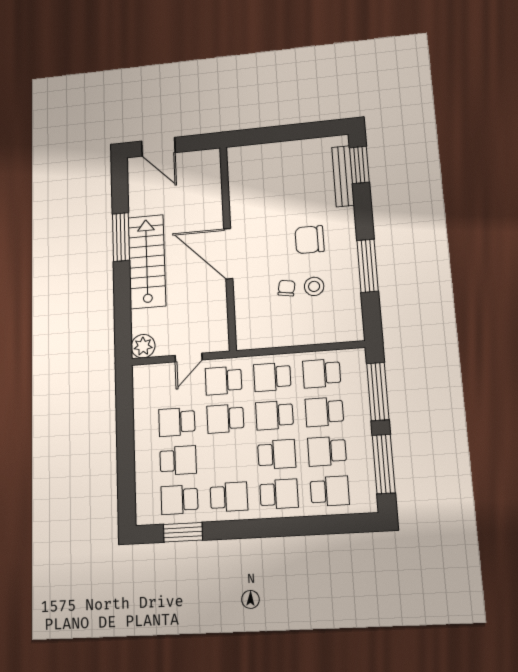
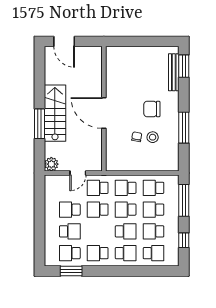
window: (121, 237) -> (40, 124), moved
window: (384, 464) -> (184, 240), width x0.46
school desk: (229, 497) -> (98, 253), turned 180

